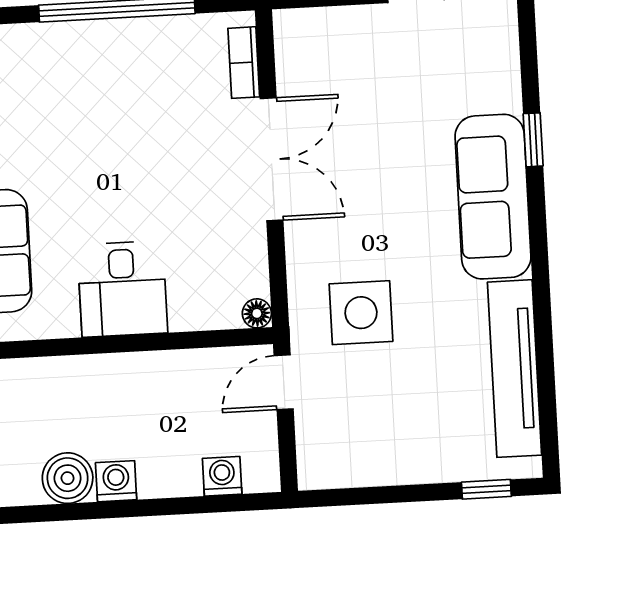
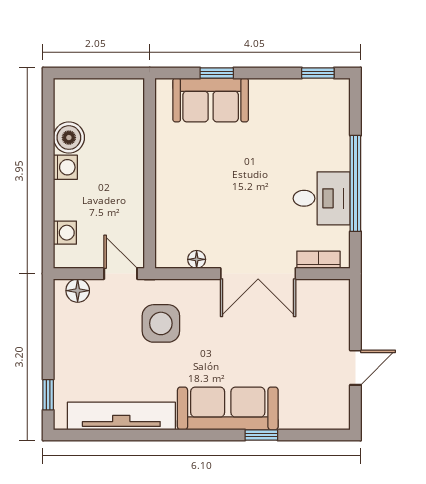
desk: (122, 289) -> (322, 198), moved, turned 180
floor lamp: (257, 313) -> (197, 259), moved
floor lamp: (315, 450) -> (78, 291), added

